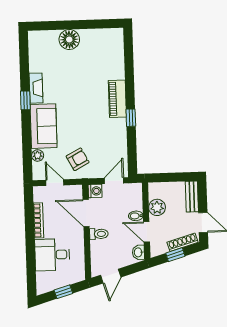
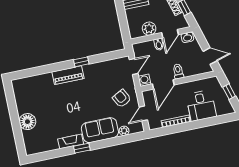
door: (114, 181) -> (134, 67), swing flipped

